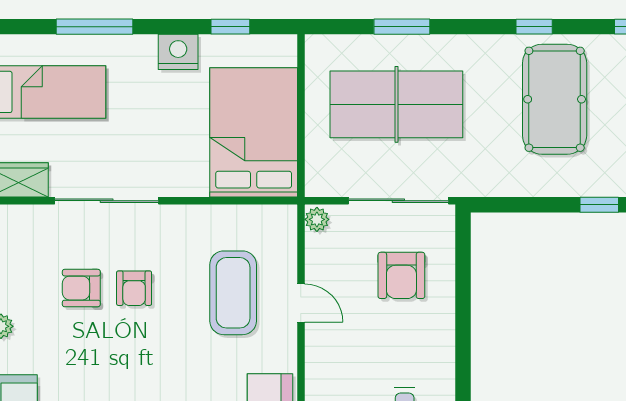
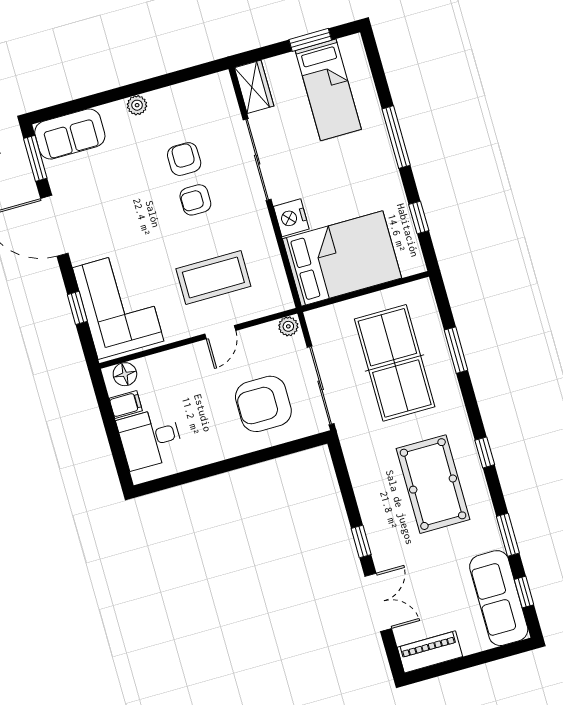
window: (95, 27) -> (396, 137), moved
nightstand: (178, 52) -> (291, 218), moved, turned 180
pool table: (555, 99) -> (433, 484), turned 90
armchair: (401, 275) -> (263, 404), width x1.36, depth x1.36

